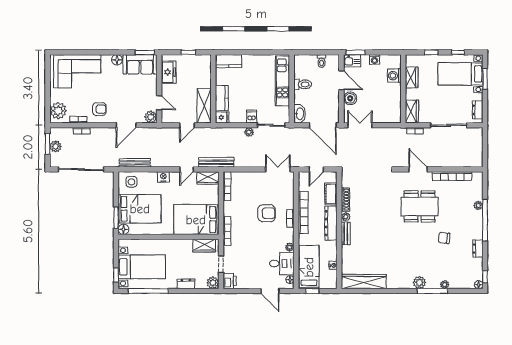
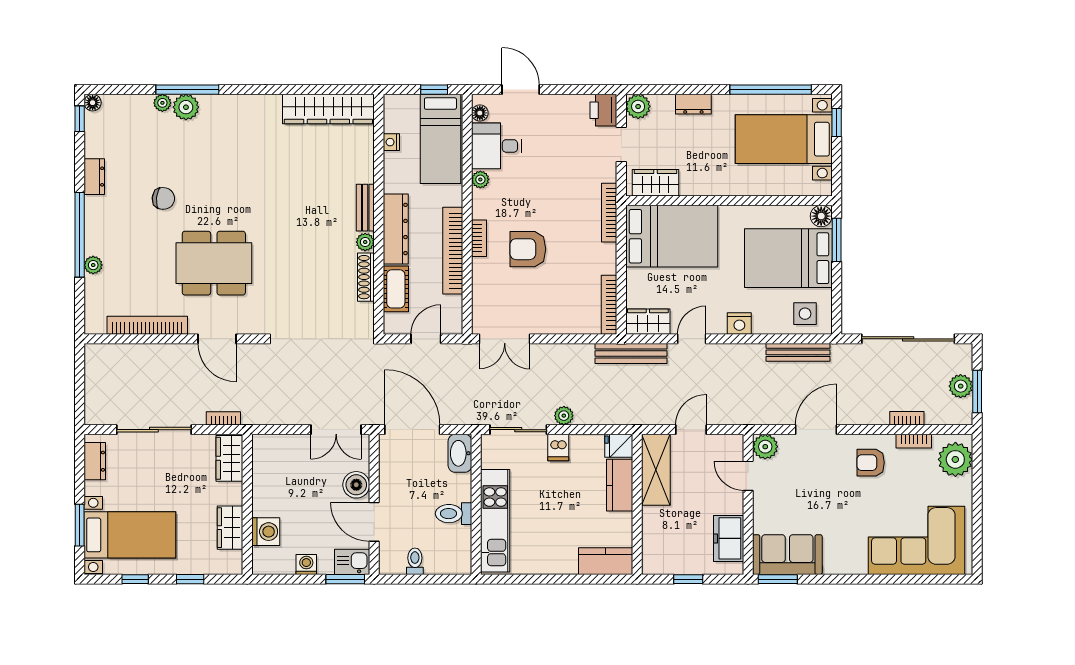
floor lamp: (117, 60) -> (835, 564), removed
plant: (420, 282) -> (186, 107), moved

